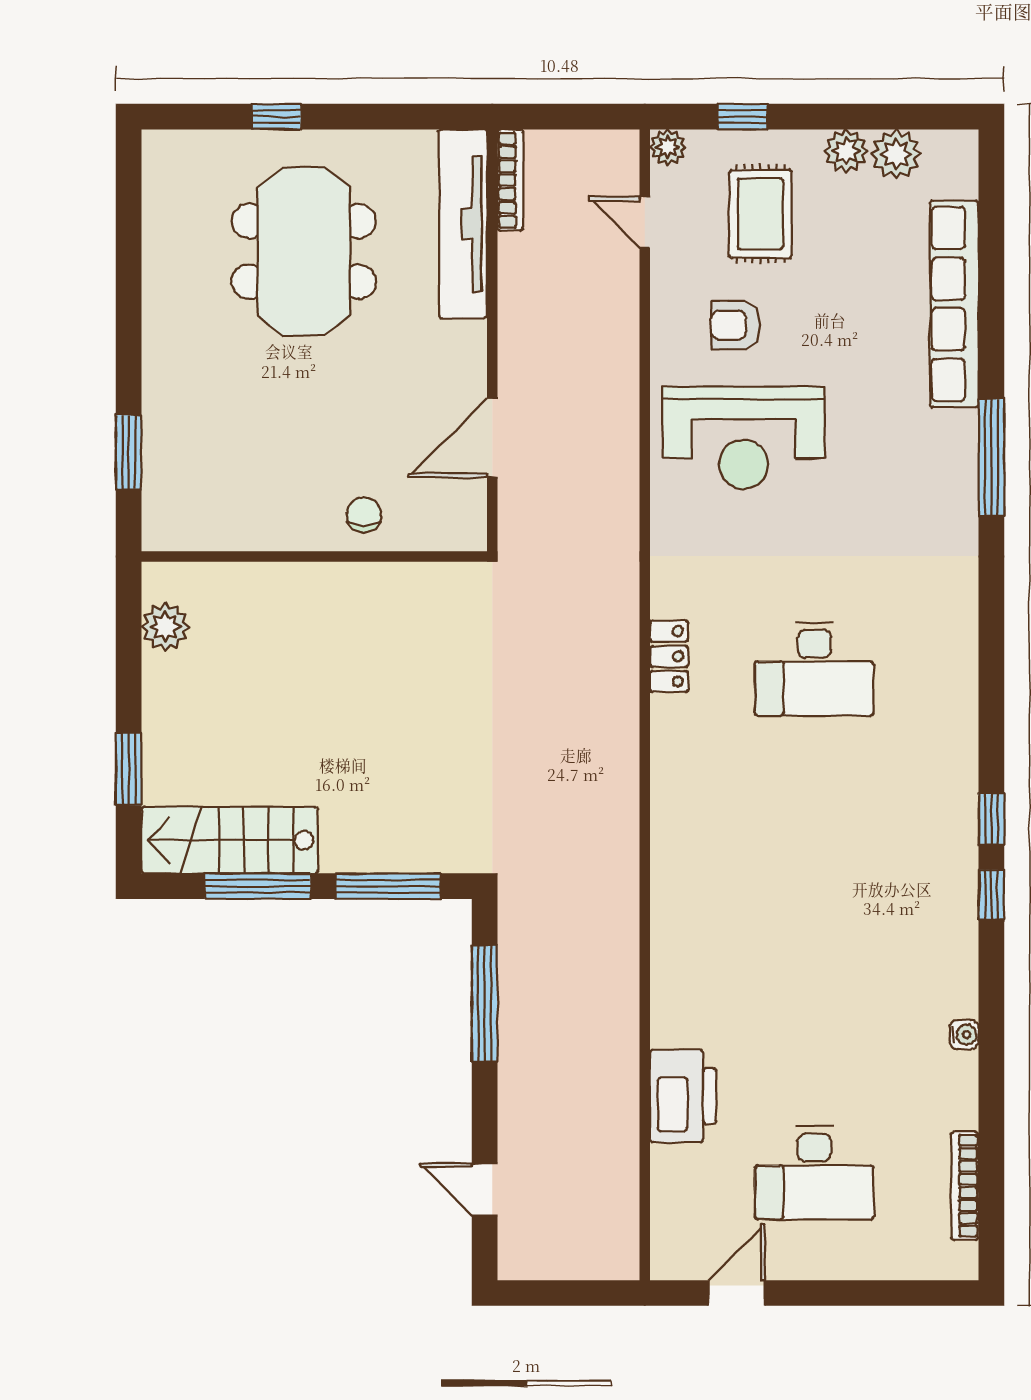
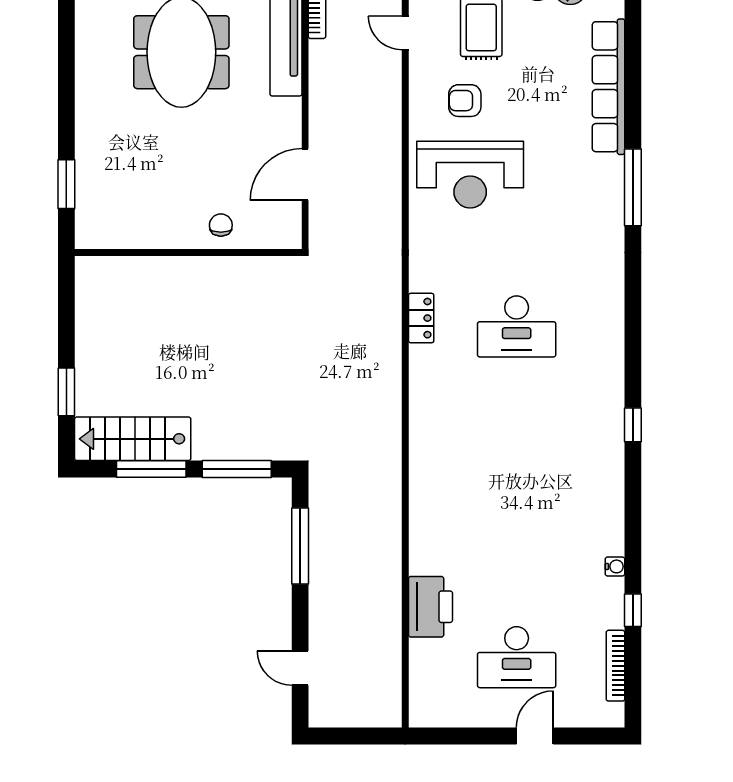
plant: (165, 627) -> (90, 299), removed
window: (991, 895) -> (633, 610), moved
door: (737, 1293) -> (535, 736), moved

